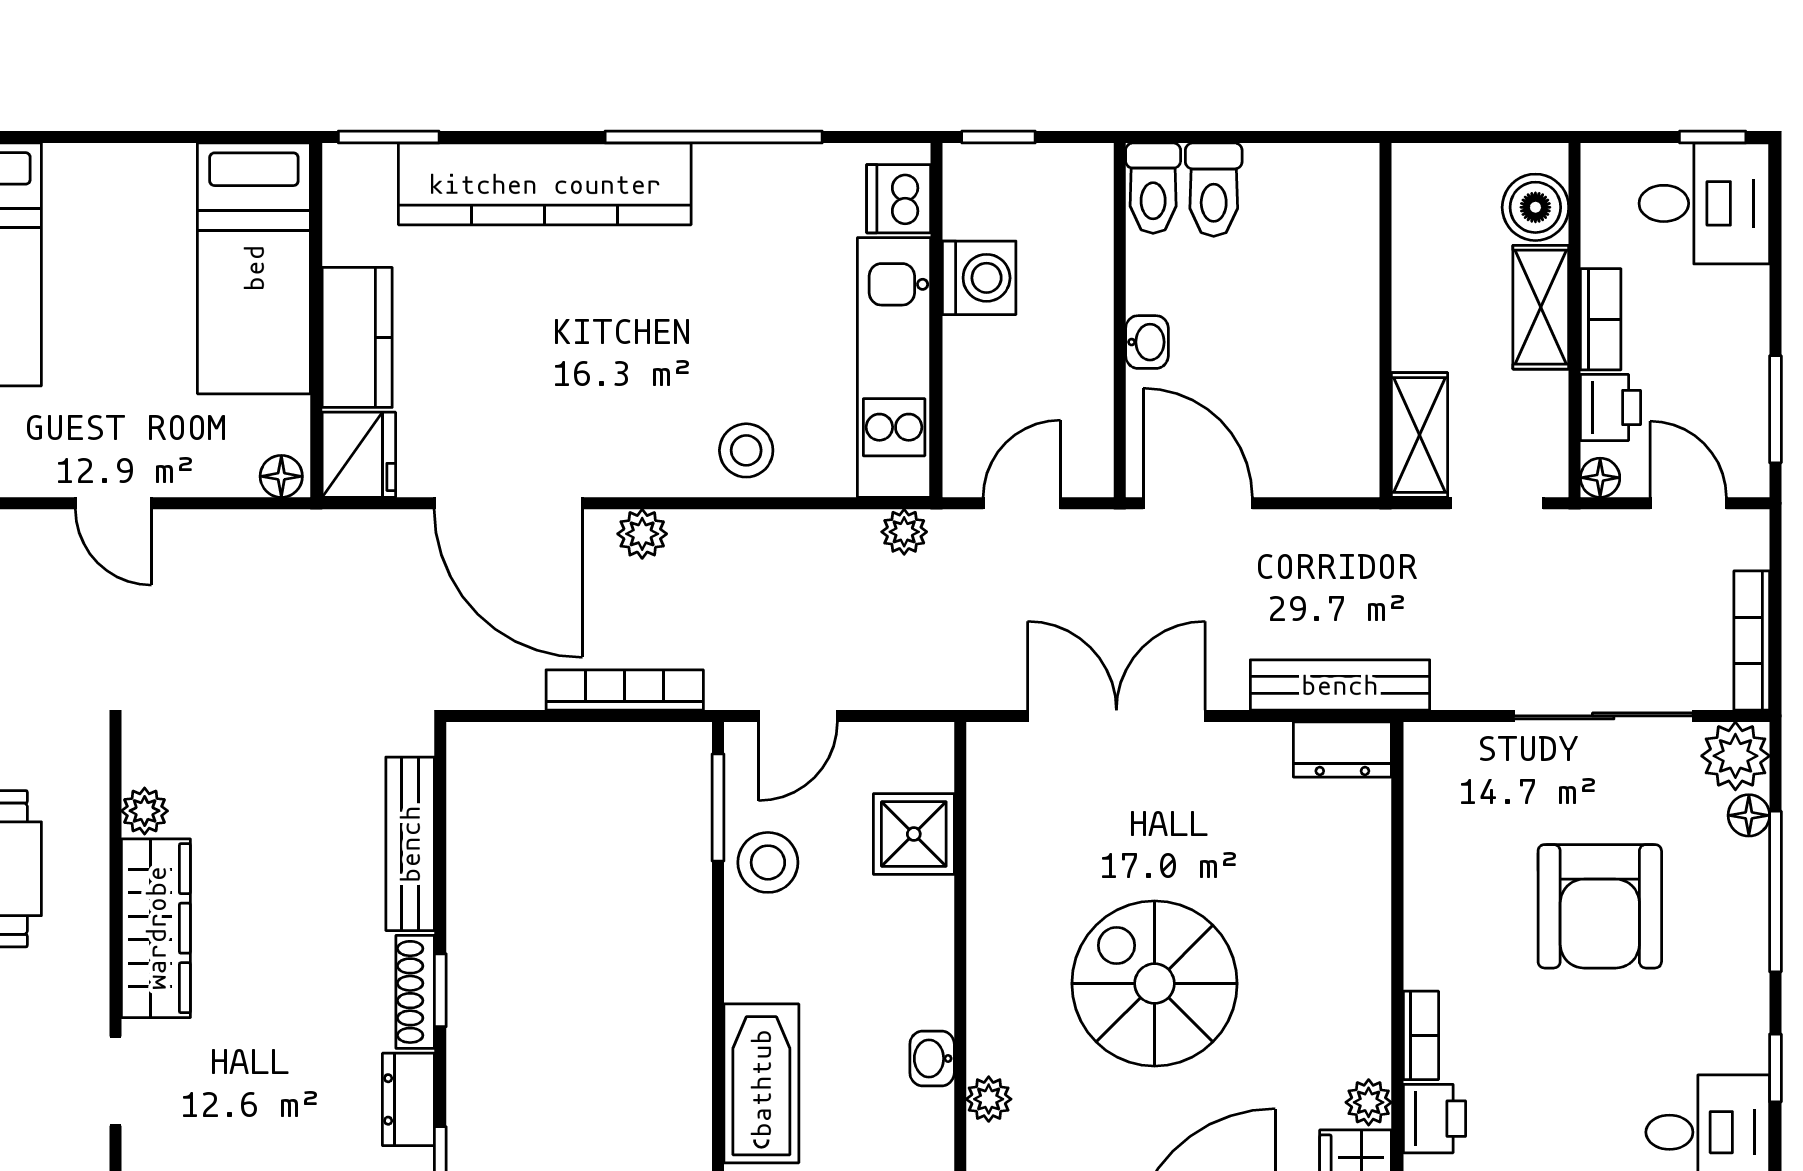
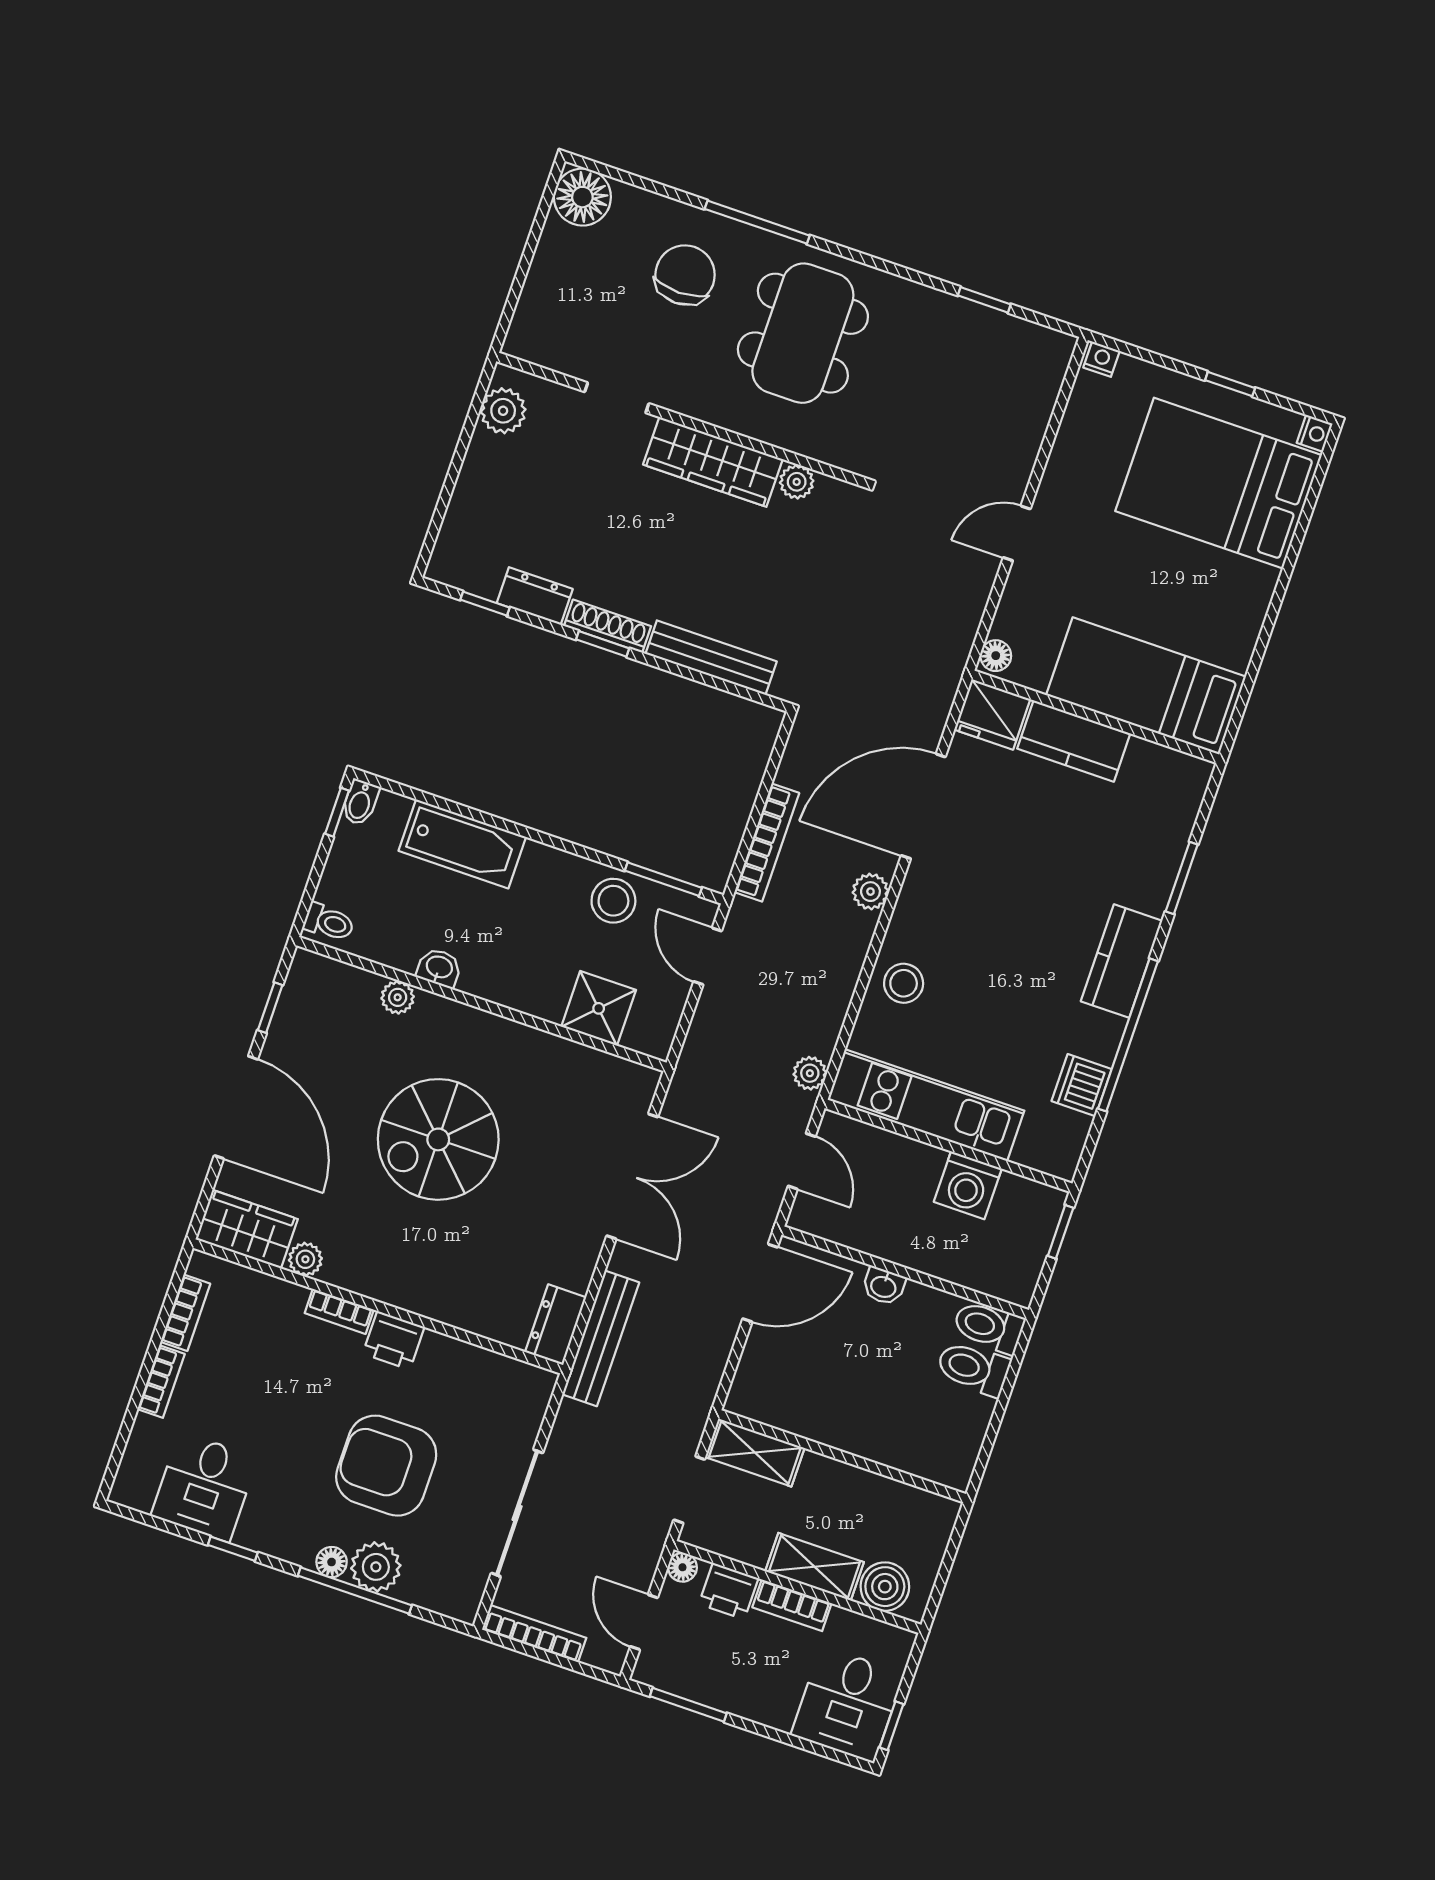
window: (389, 137) -> (1182, 878), moved
kitchen counter: (545, 184) -> (1122, 961), width x0.48, depth x0.86
dishwasher: (899, 199) -> (1082, 1085), moved, turned -90
door: (1688, 503) -> (644, 1622), swing flipped
plant: (1735, 756) -> (376, 1567), moved
floor lamp: (1749, 815) -> (332, 1562), moved
spiral stairs: (1155, 984) -> (438, 1139), turned 180
printer: (1434, 1119) -> (394, 1340), moved

